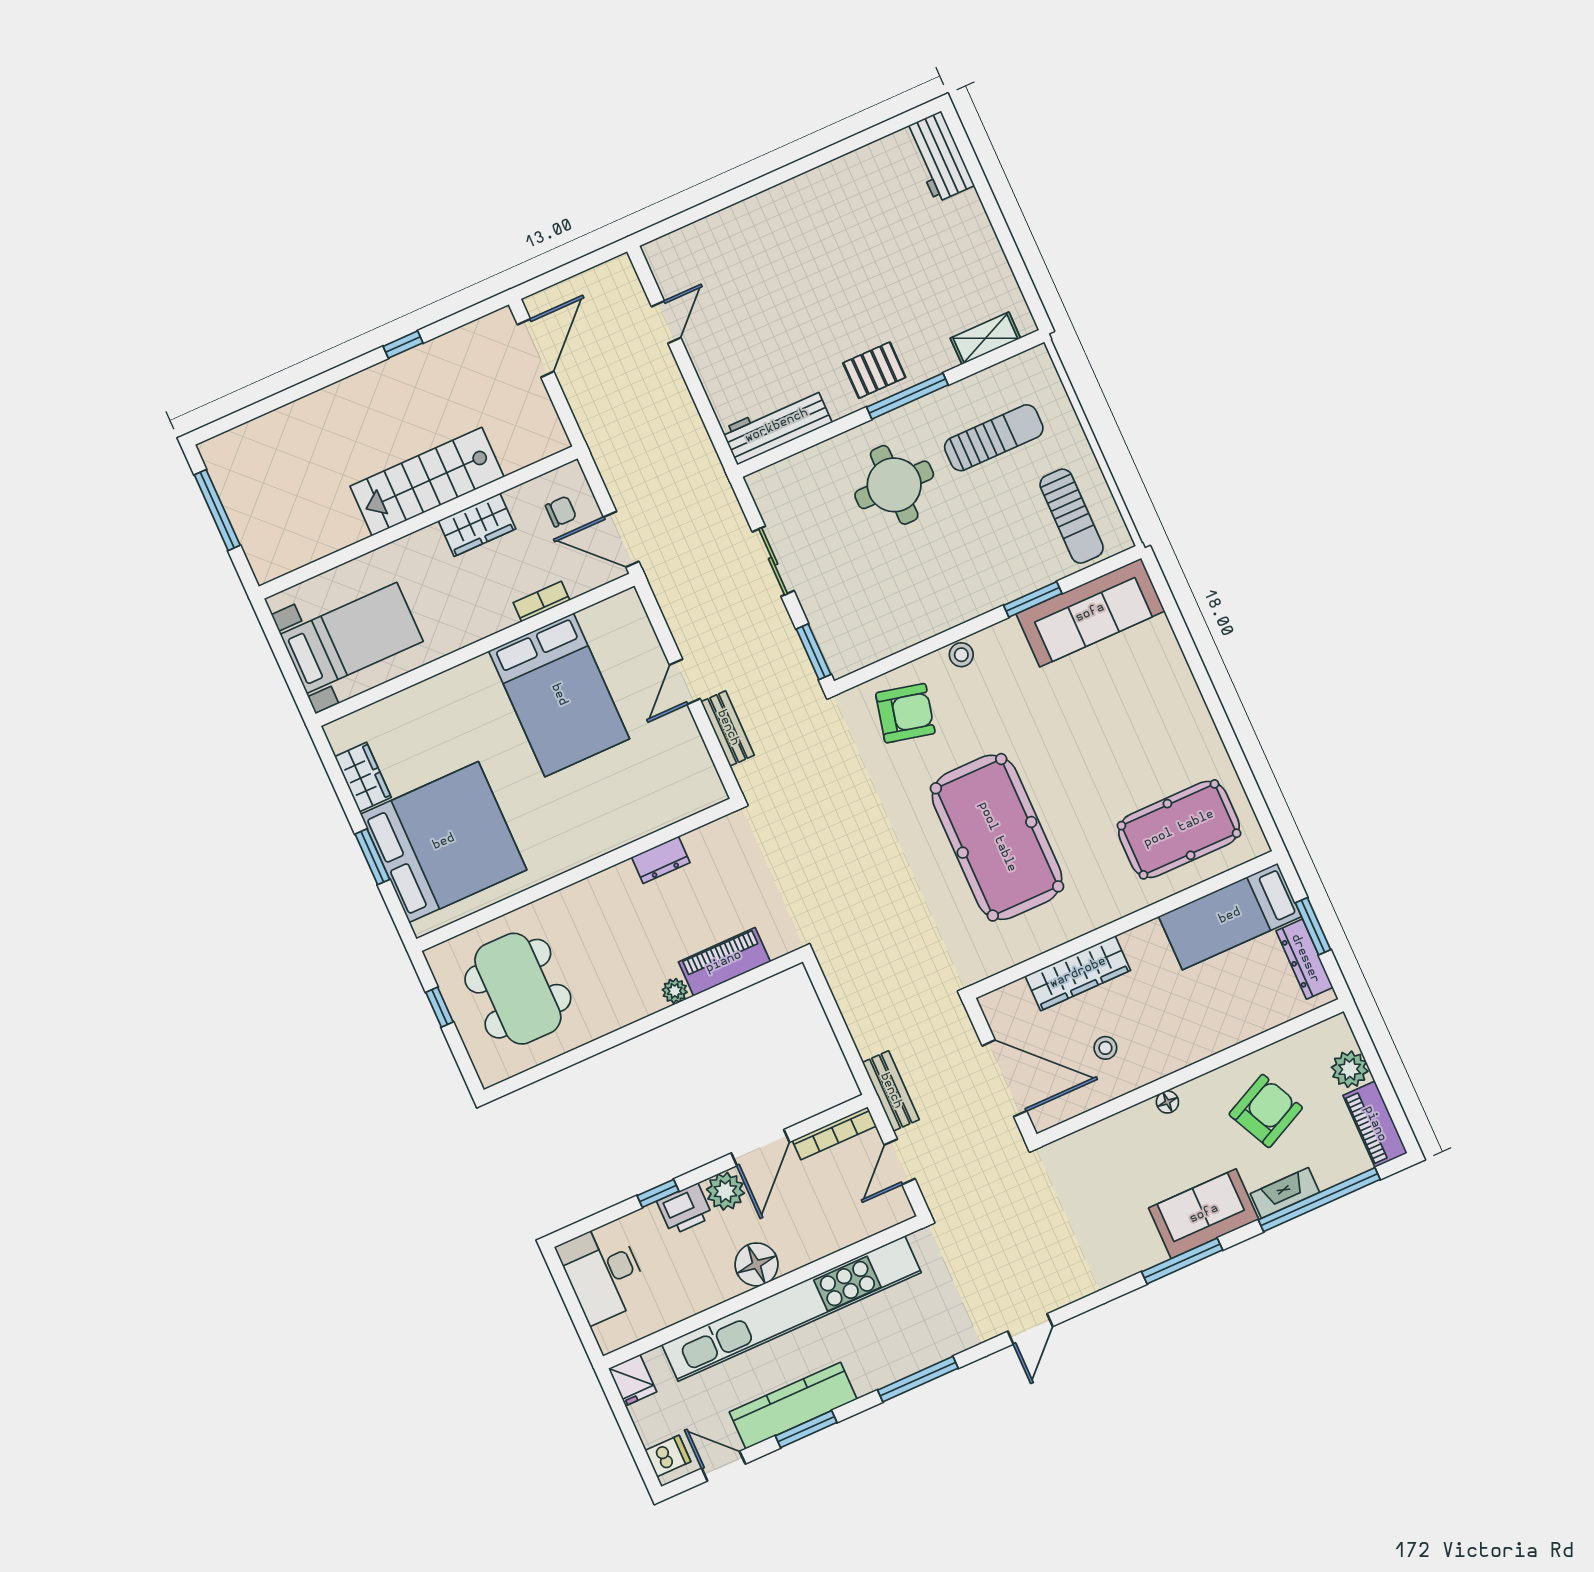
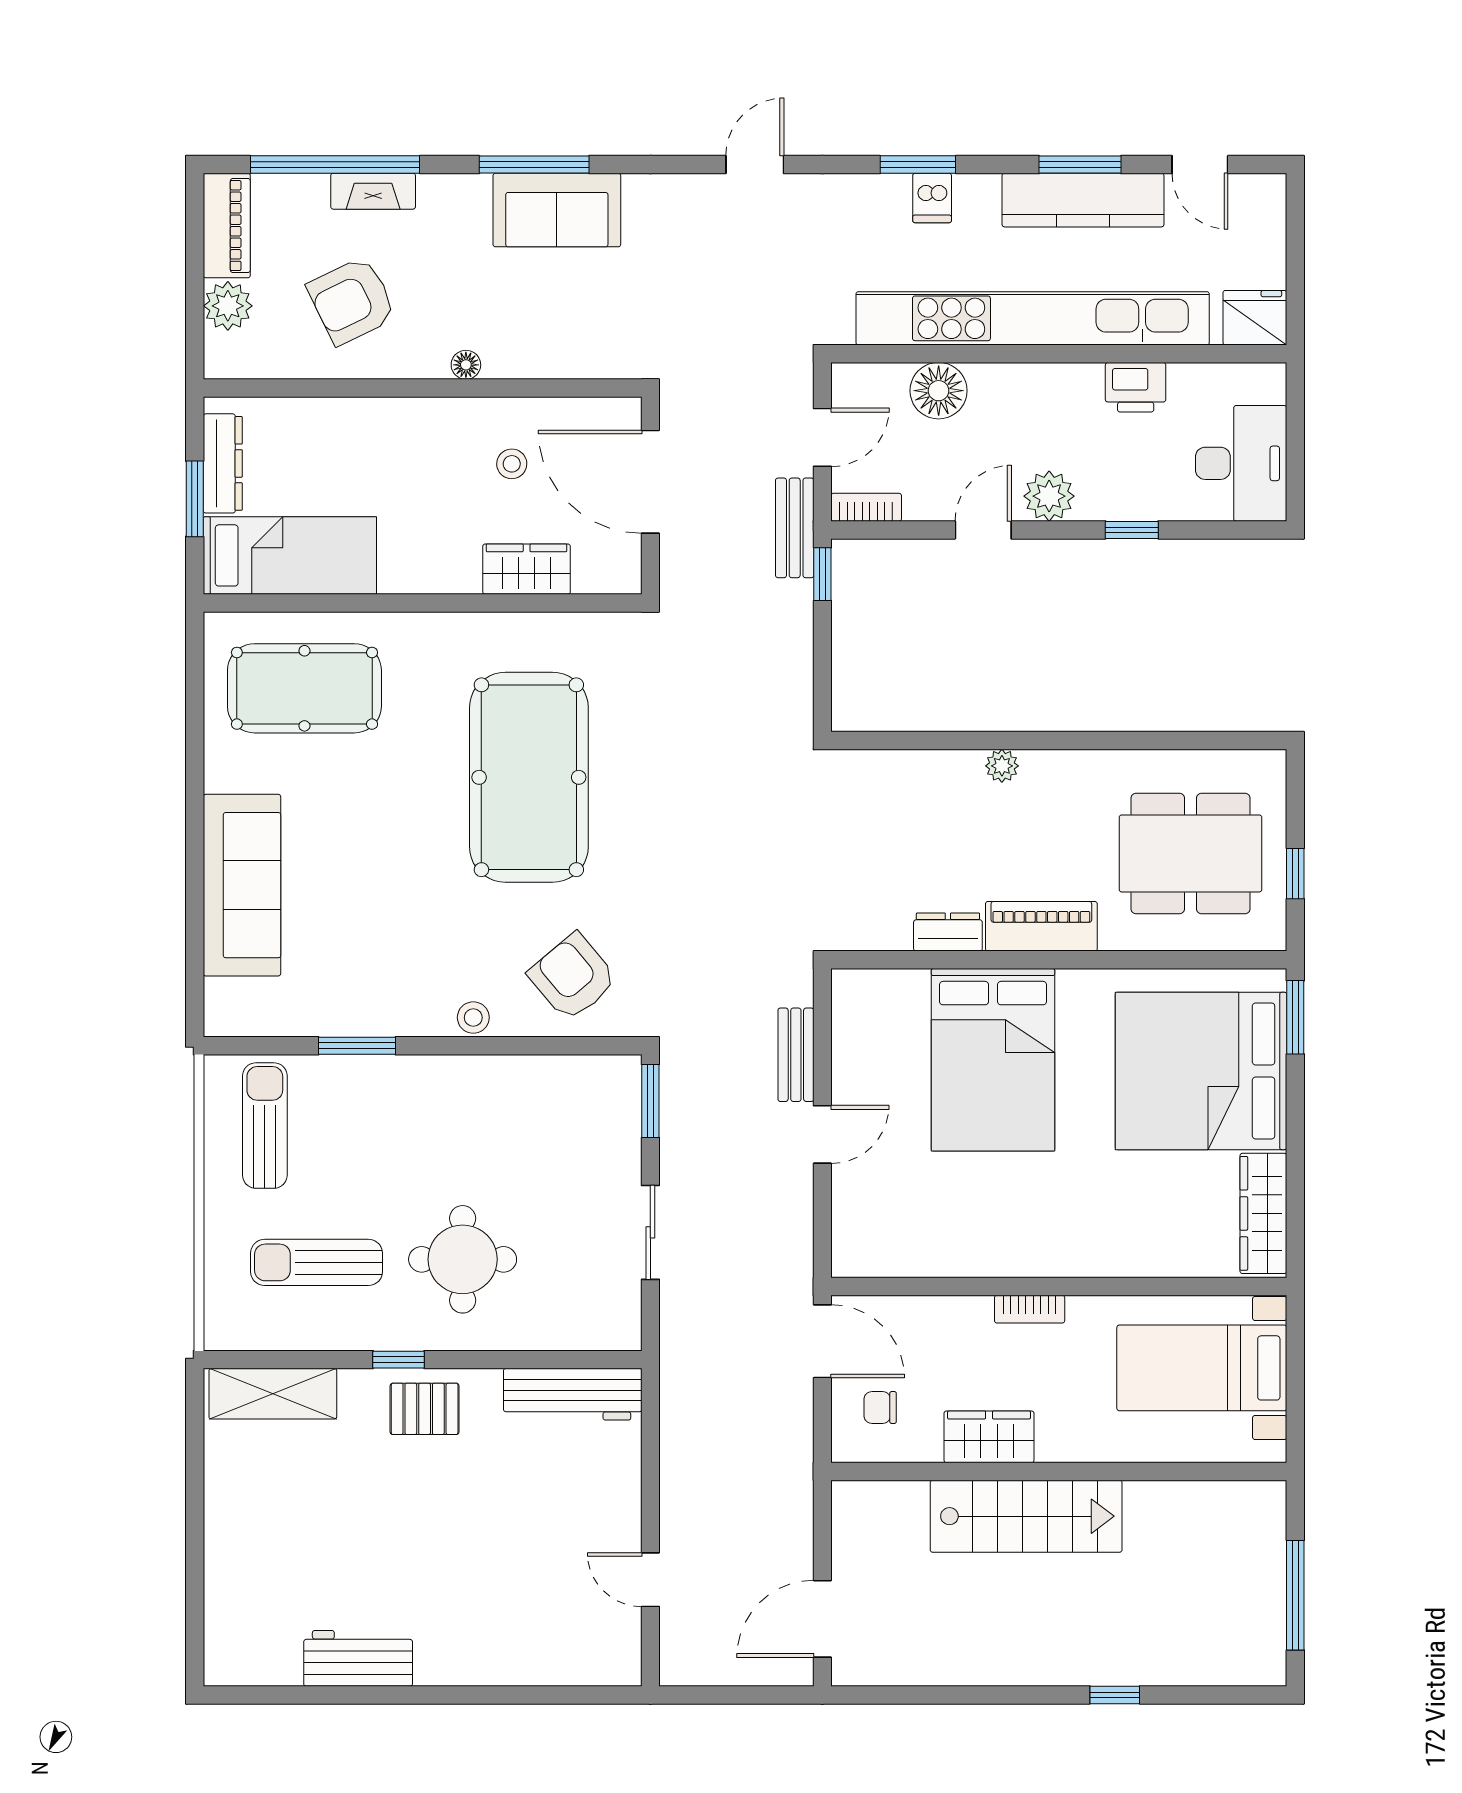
workbench: (939, 157) -> (358, 1658), moved, turned -90
door: (666, 322) -> (650, 1580), hinge flipped
shelving: (985, 338) -> (273, 1394), width x1.50, depth x1.33
window: (403, 345) -> (1115, 1695), moved
window: (907, 396) -> (399, 1360), width x0.46
bookcase: (542, 601) -> (1030, 1309), moved
sofa: (1090, 613) -> (242, 885), moved, turned 90
bed: (559, 695) -> (993, 1060), moved, turned 180
armchair: (905, 713) -> (573, 977), turned 37
wardrobe: (363, 777) -> (1263, 1213), width x1.50
window: (372, 857) -> (1295, 1017), moved
piano: (724, 962) -> (1041, 926), moved, turned 180
wardrobe: (1078, 973) -> (527, 569), width x0.67
dining table: (518, 989) -> (1190, 853), turned 90
window: (857, 1068) -> (822, 574), added
bookcase: (834, 1133) -> (866, 507), width x0.64
door: (760, 1148) -> (983, 530), width x0.73
printer: (685, 1209) -> (1136, 387), moved, turned 180
sofa: (1204, 1214) -> (557, 210), moved
floor lamp: (756, 1264) -> (939, 391), moved
window: (918, 1379) -> (918, 165), width x0.69
fridge: (633, 1380) -> (1255, 318), width x1.38
dishwasher: (668, 1456) -> (932, 198), moved, turned -90

